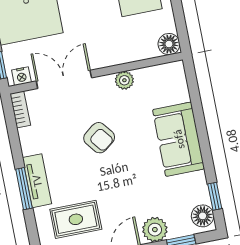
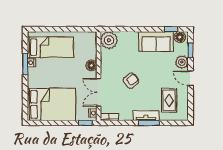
floor lamp: (169, 44) -> (91, 65), moved
plant: (124, 80) -> (109, 40), moved, width x1.88, depth x1.88
sofa: (179, 139) -> (156, 42), moved

